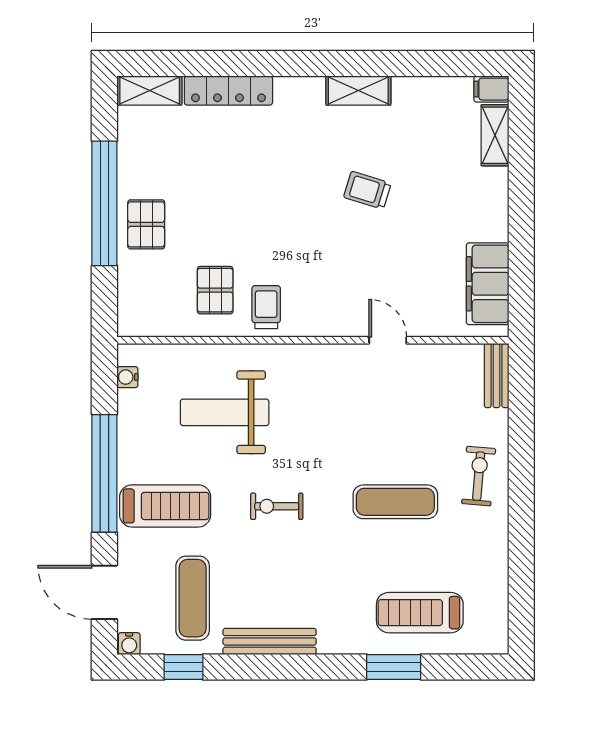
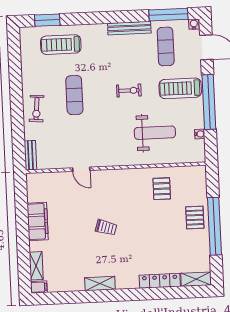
trolley: (367, 190) -> (106, 227), moved
filing cabinet: (488, 284) -> (38, 221), moved
trolley: (266, 307) -> (138, 182), removed
water cooler: (127, 377) -> (200, 134), moved
exercise mat: (395, 502) -> (74, 95), turned 90
treadmill: (420, 613) -> (61, 45), turned 180
window: (184, 667) -> (168, 15), width x2.17
window: (394, 667) -> (47, 20), moved

